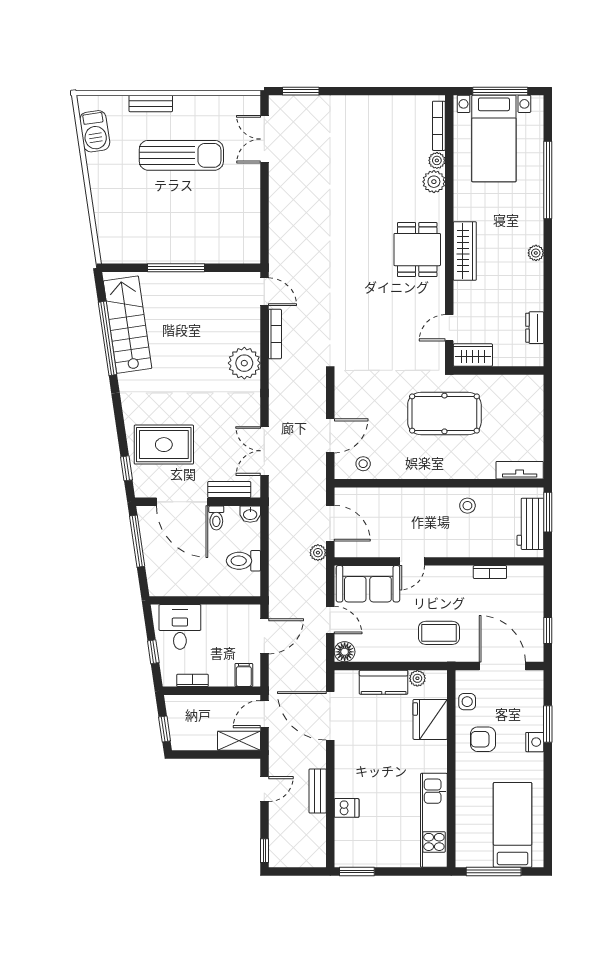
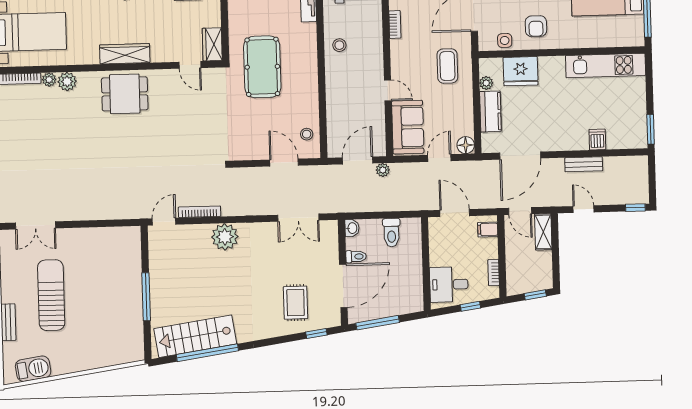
rug: (164, 445) -> (296, 303), width x0.73, depth x0.70
bench: (229, 490) -> (332, 246), removed

